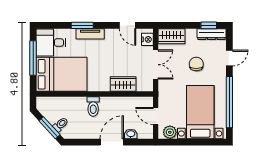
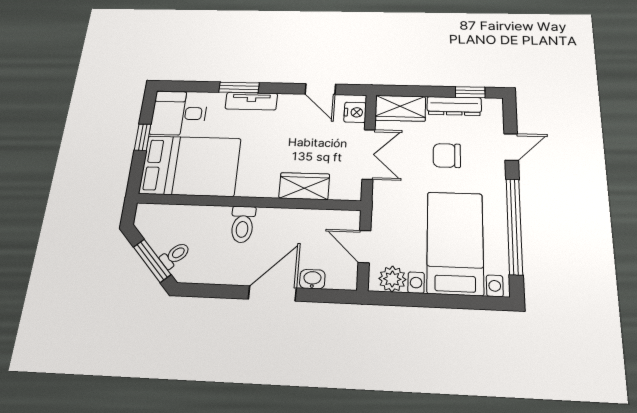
dresser: (212, 34) -> (454, 106), moved
window: (33, 58) -> (143, 137), width x0.46
chair: (196, 64) -> (447, 156), turned -90

